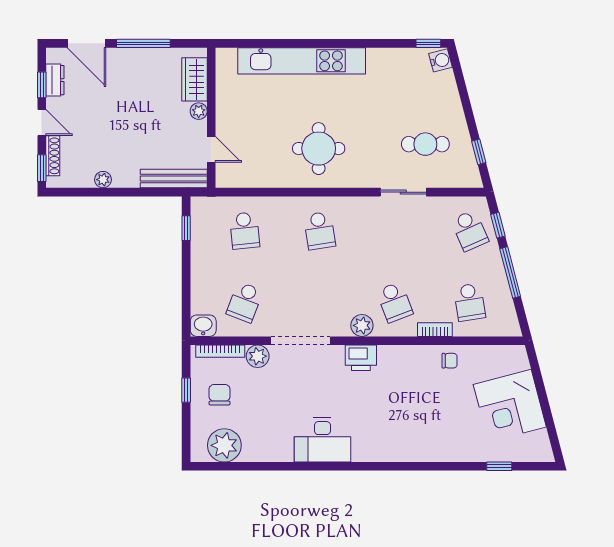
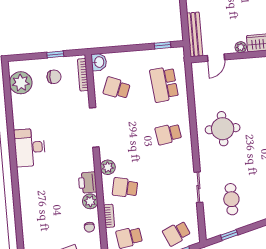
school desk: (245, 231) -> (164, 84), width x1.85
school desk: (395, 302) -> (125, 188), turned 33
plant: (258, 356) -> (90, 201), moved
printer: (361, 358) -> (88, 183), moved

